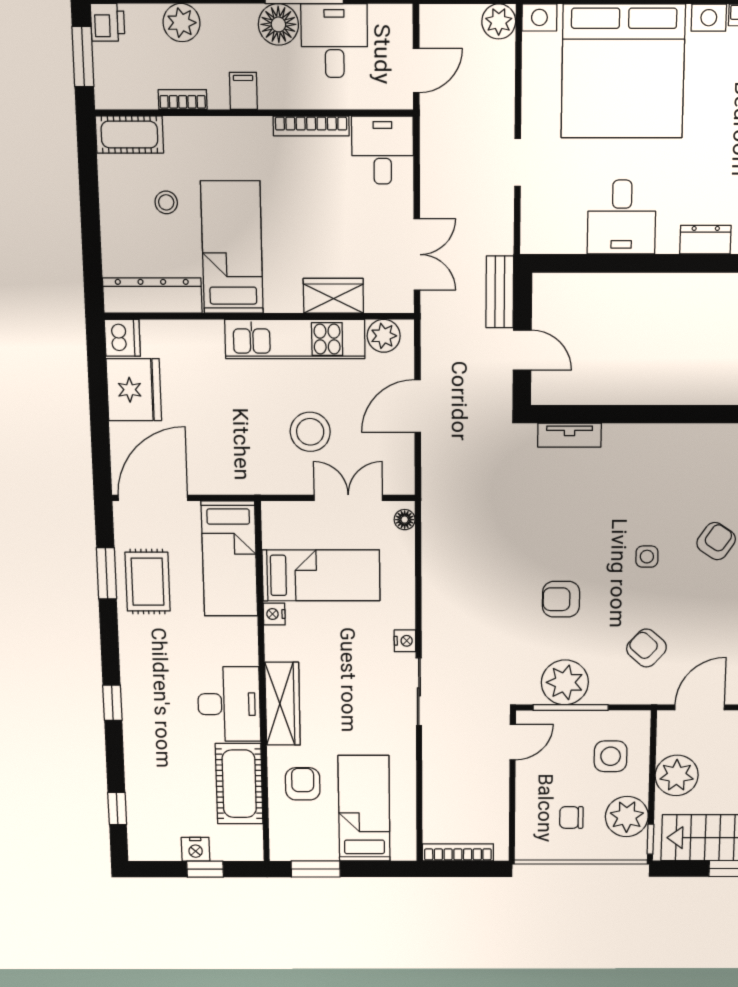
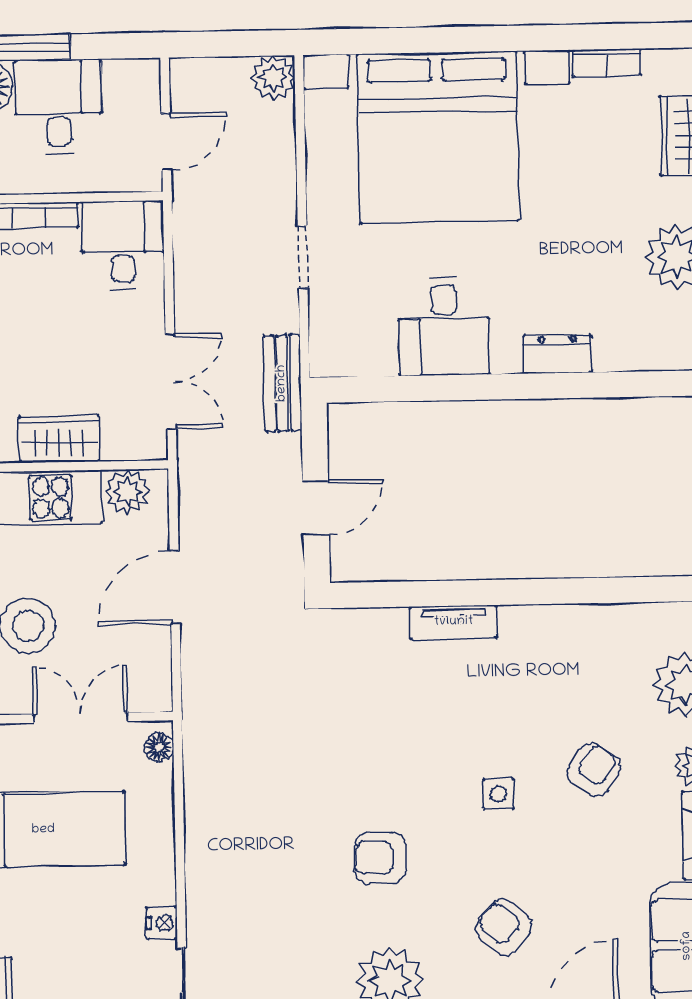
bench: (500, 292) -> (282, 383), moved
door: (522, 350) -> (316, 508), hinge flipped
tv unit: (569, 435) -> (454, 622), moved

